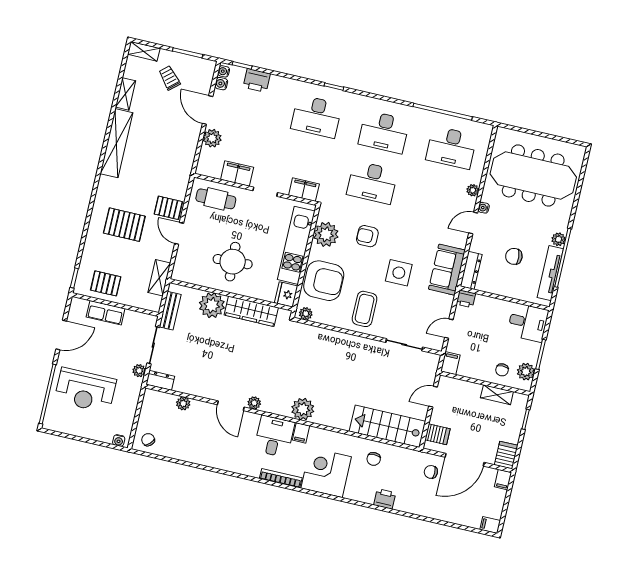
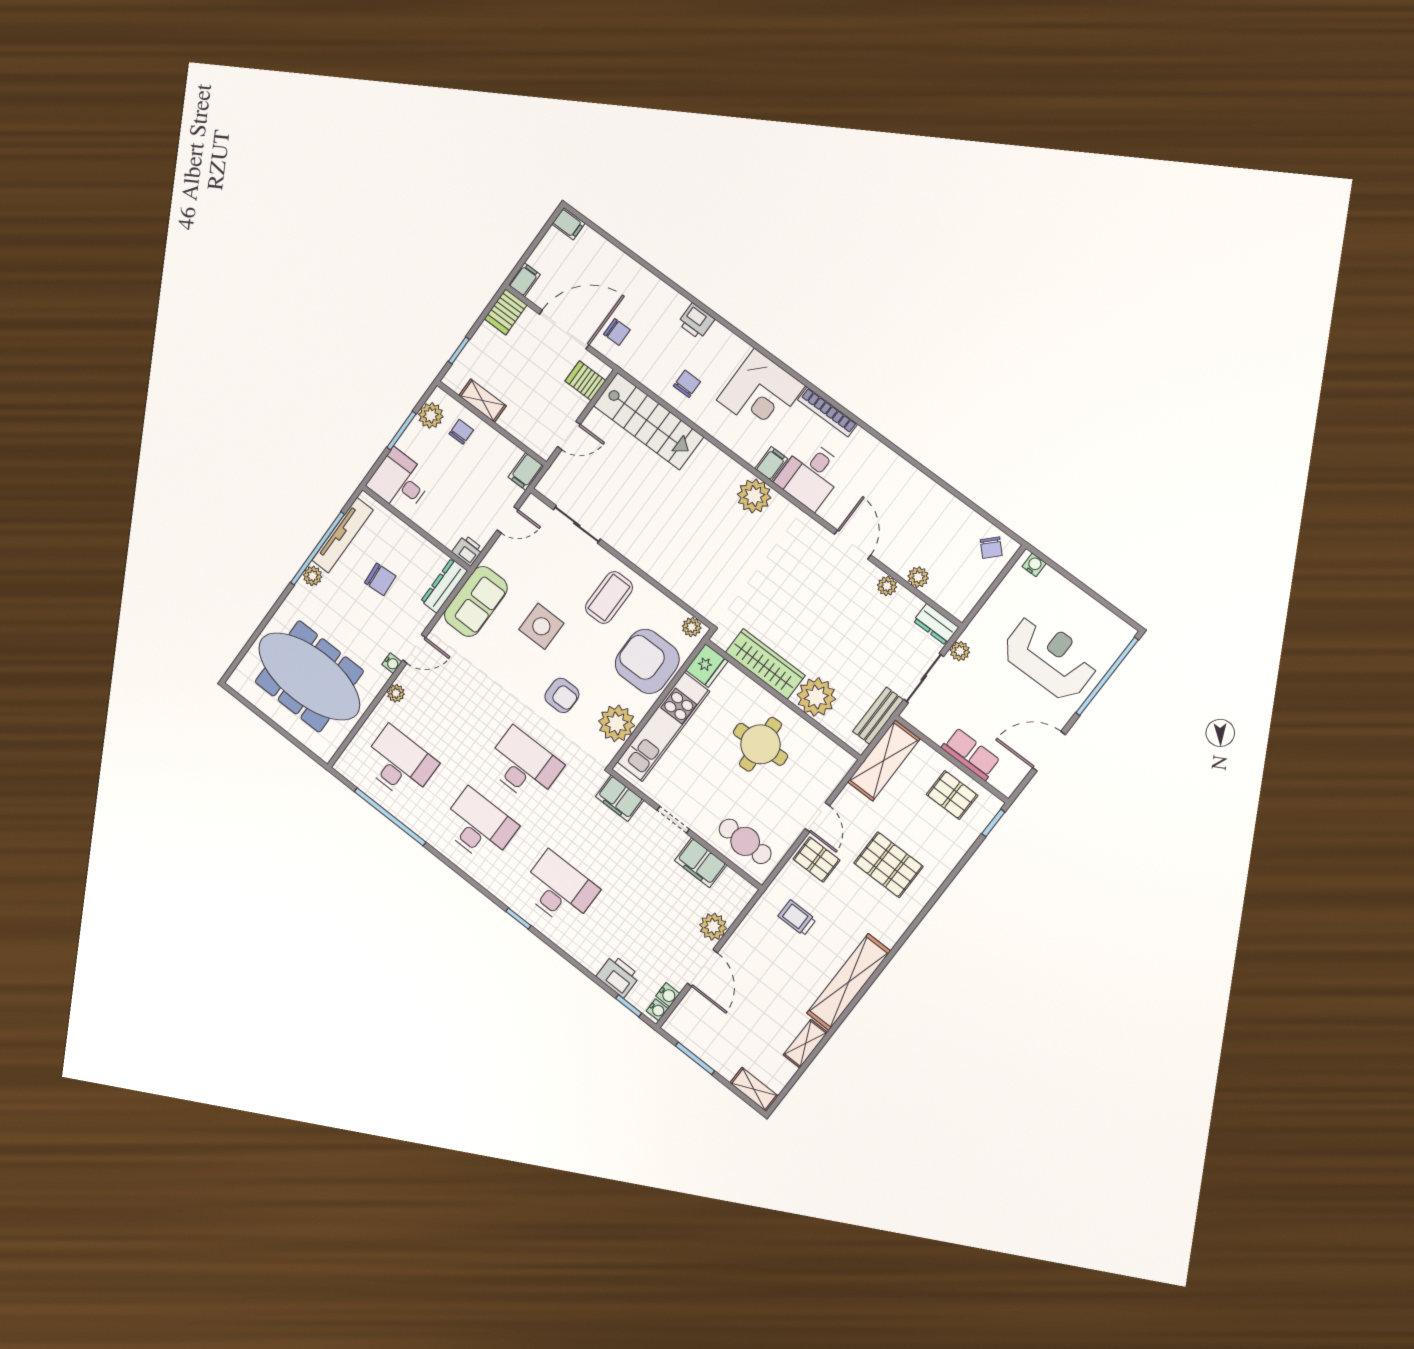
trolley: (169, 78) -> (797, 918), moved, turned 131
shelving: (159, 278) -> (884, 760), width x1.50, depth x1.33
plant: (254, 403) -> (887, 586), moved

